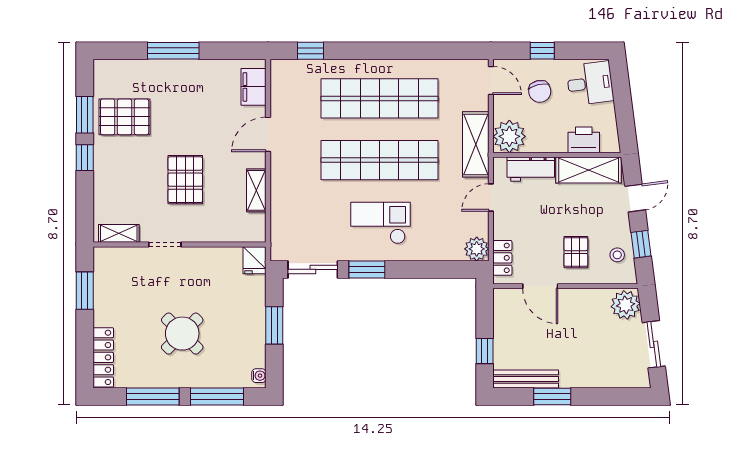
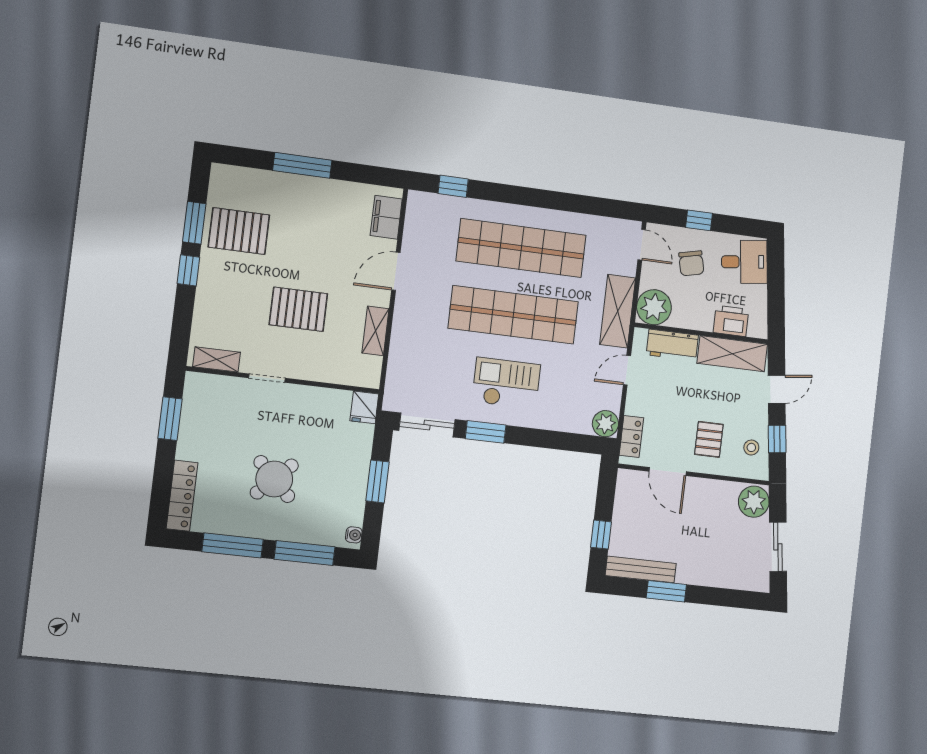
pallet: (185, 180) -> (298, 309), turned 90

